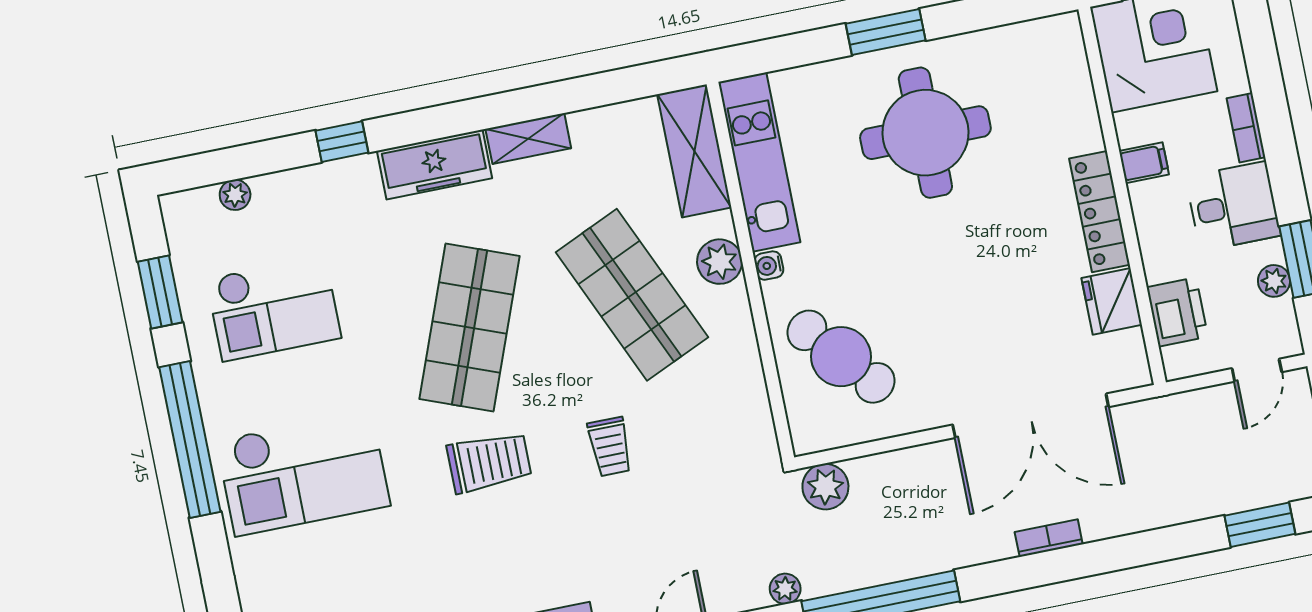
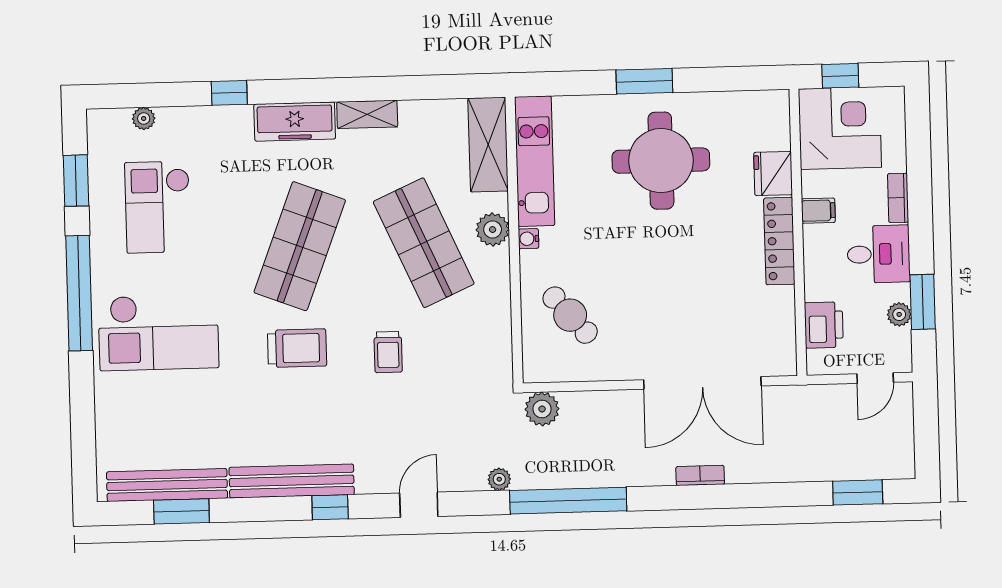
fridge: (1112, 301) -> (773, 174), moved
checkout: (274, 308) -> (158, 207), turned 90
cafe table: (841, 357) -> (570, 315), width x0.73, depth x0.74

